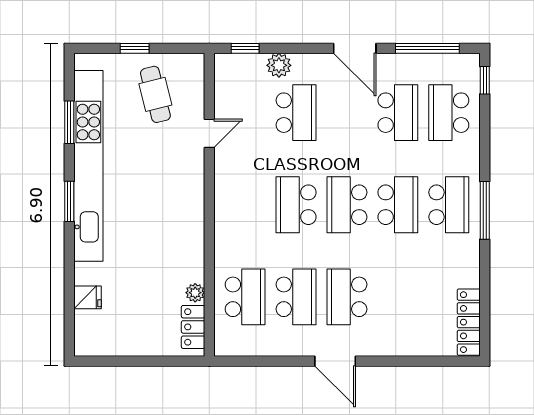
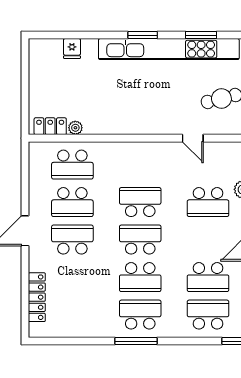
school desk: (449, 205) -> (140, 315), turned 180
locker: (469, 322) -> (37, 297), moved, turned 90

